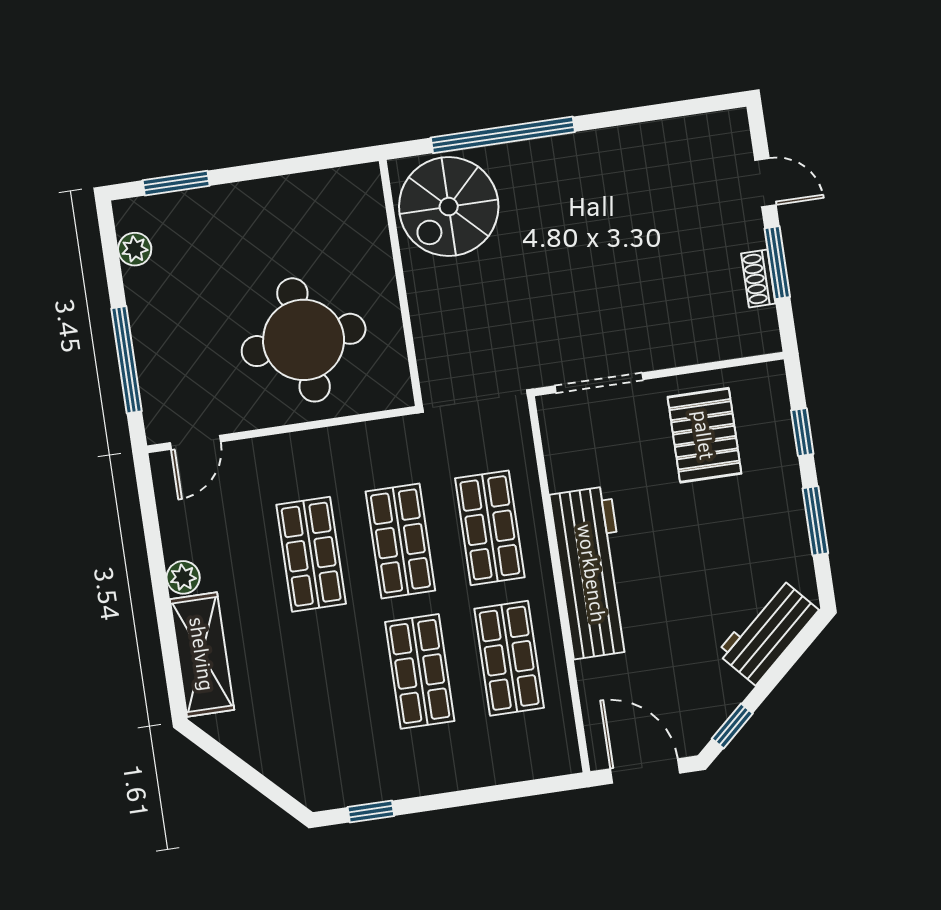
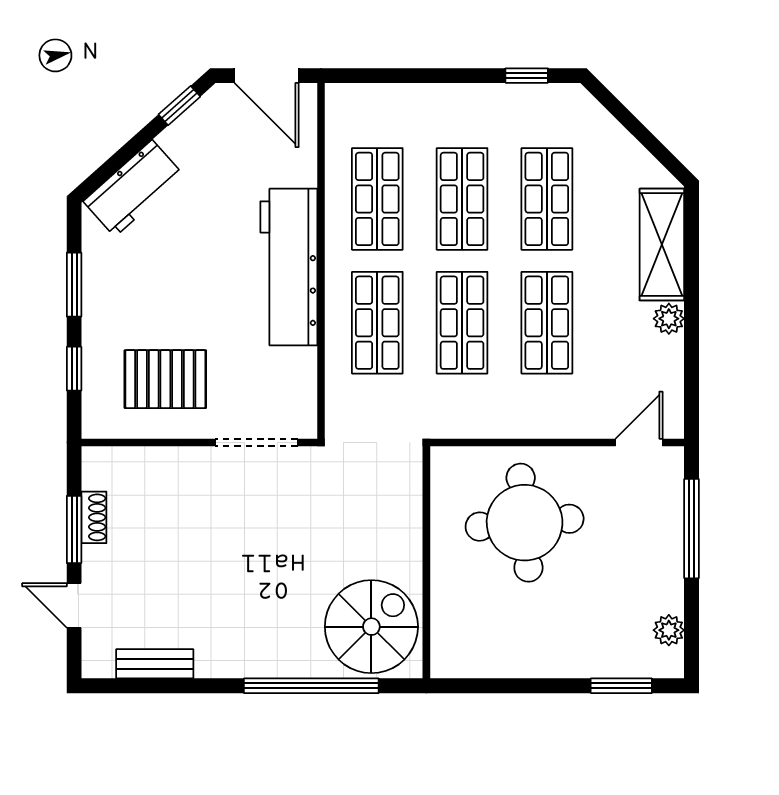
bench: (671, 134) -> (155, 664), added
pallet: (704, 435) -> (165, 379), turned 90
shop shelf: (330, 685) -> (547, 199), added

